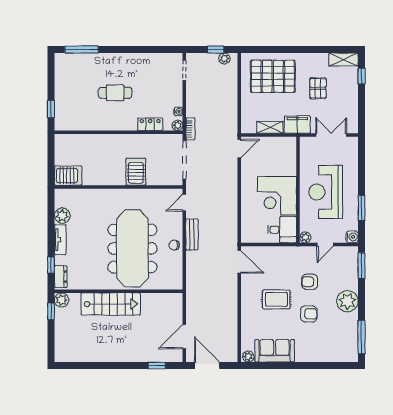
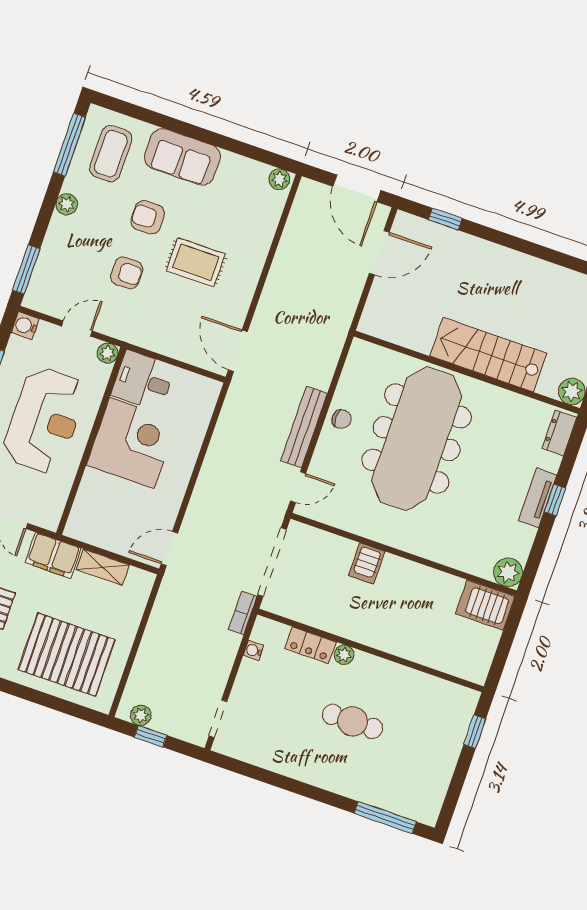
plant: (177, 125) -> (344, 655), moved
server rack: (136, 172) -> (367, 564), width x0.73, depth x0.70
plant: (62, 216) -> (508, 572), moved
bench: (192, 234) -> (304, 427), width x1.36
window: (51, 265) -> (555, 500), moved
plant: (347, 301) -> (67, 204), width x0.53, depth x0.53
coffee table: (339, 340) -> (111, 154), added
sofa: (275, 351) -> (182, 157), moved

